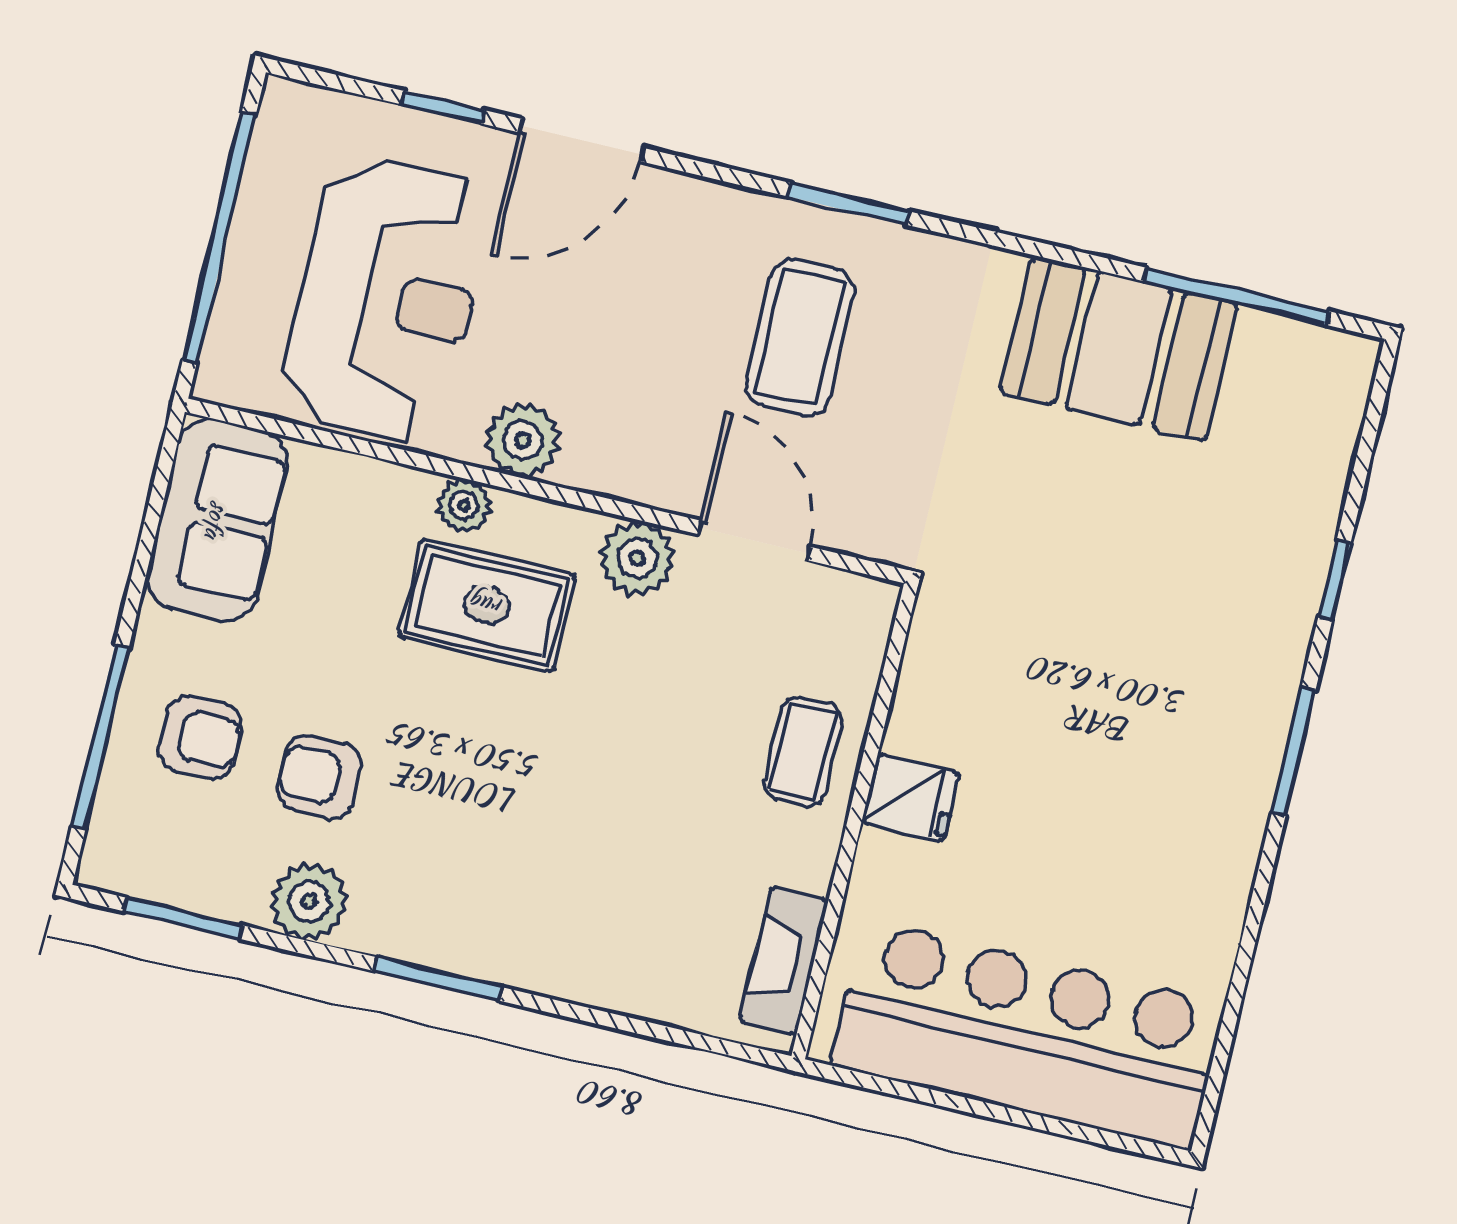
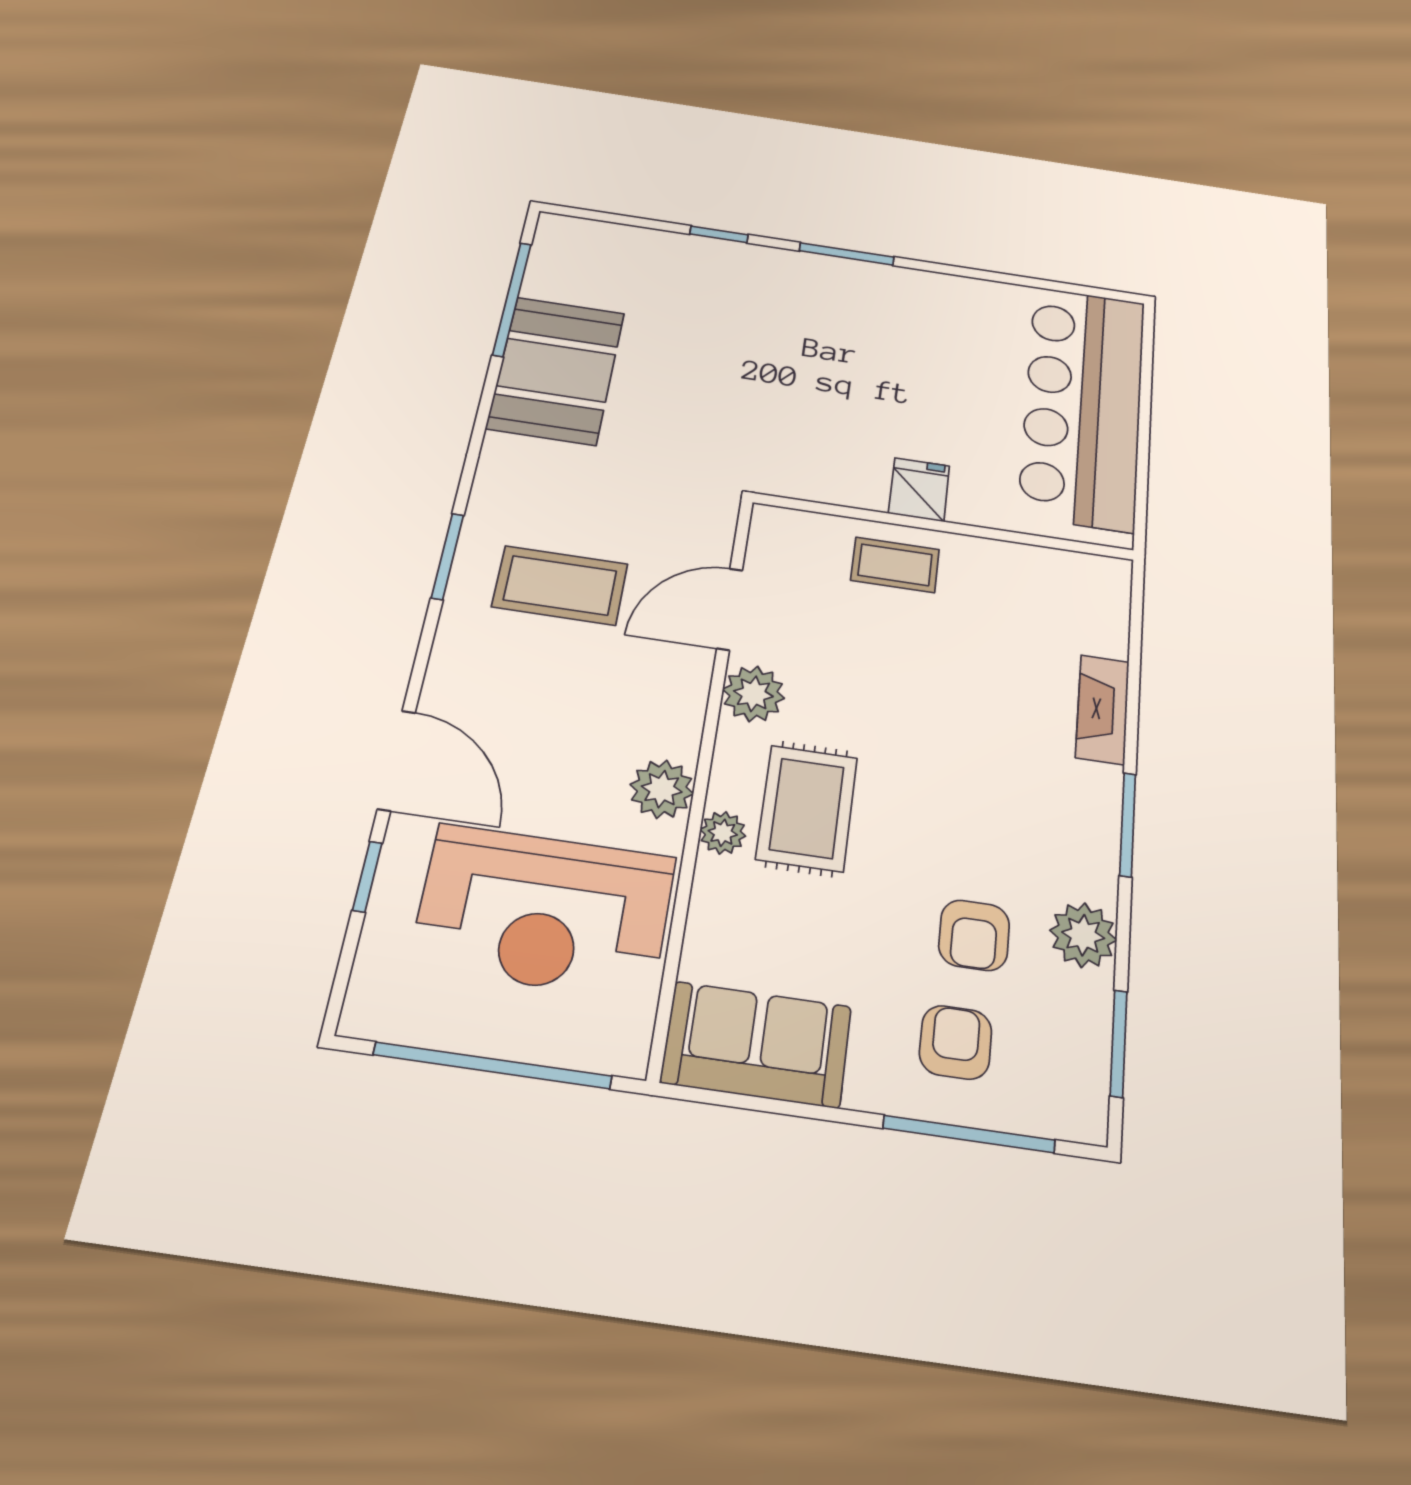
reception desk: (387, 299) -> (544, 911), turned 180
fireplace: (784, 961) -> (1102, 709), moved, turned 90

